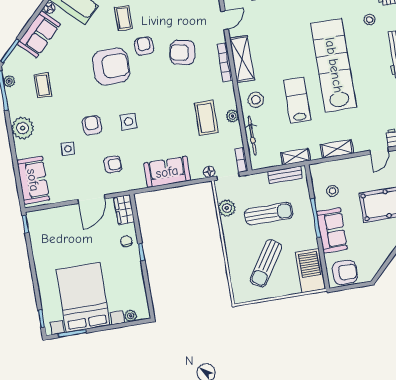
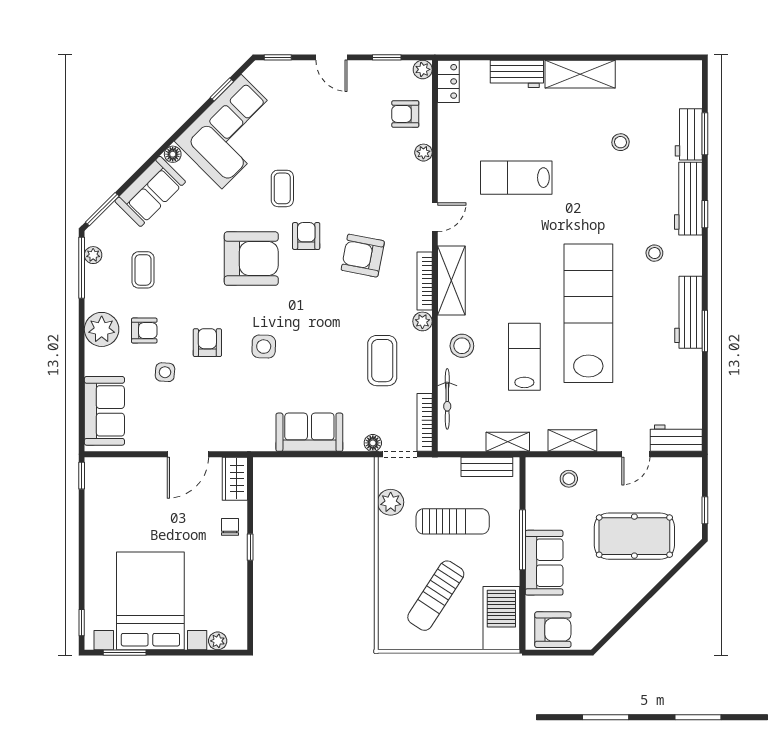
plant: (232, 116) -> (422, 321), moved
bookcase: (241, 160) -> (425, 422), width x1.56
armchair: (113, 164) -> (144, 331), moved
stool: (332, 191) -> (569, 479), moved

